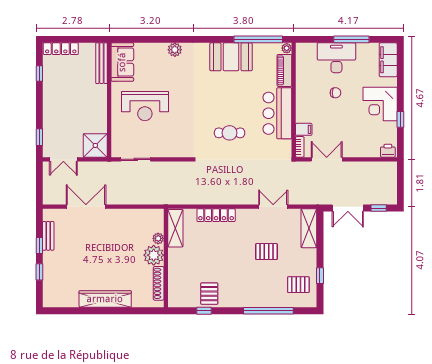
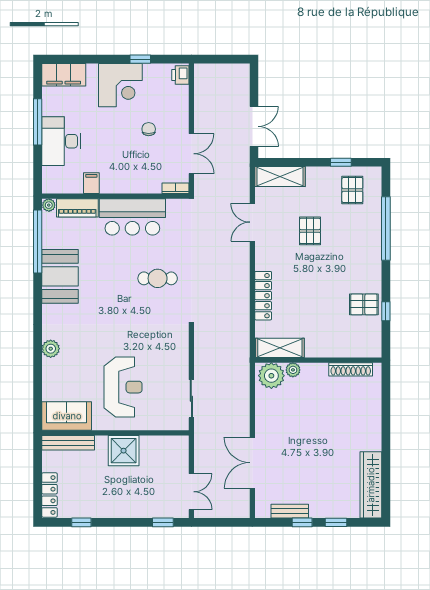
chair: (335, 93) -> (149, 129), moved
filing cabinet: (304, 129) -> (91, 183), moved
cafe table: (230, 133) -> (158, 278), turned 90
shower: (95, 145) -> (124, 451), moved
double door: (327, 159) -> (191, 154), swing flipped
window: (379, 208) -> (254, 87), removed
plant: (154, 255) -> (271, 376), moved
wardrobe: (105, 299) -> (371, 485), moved

